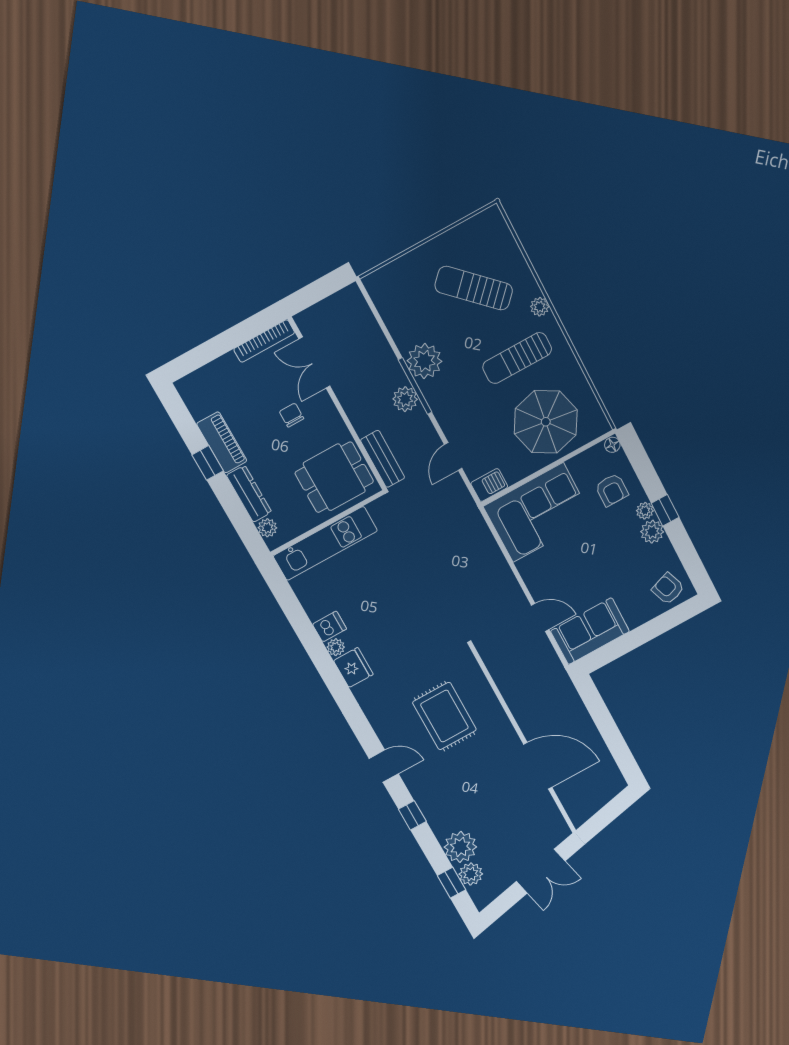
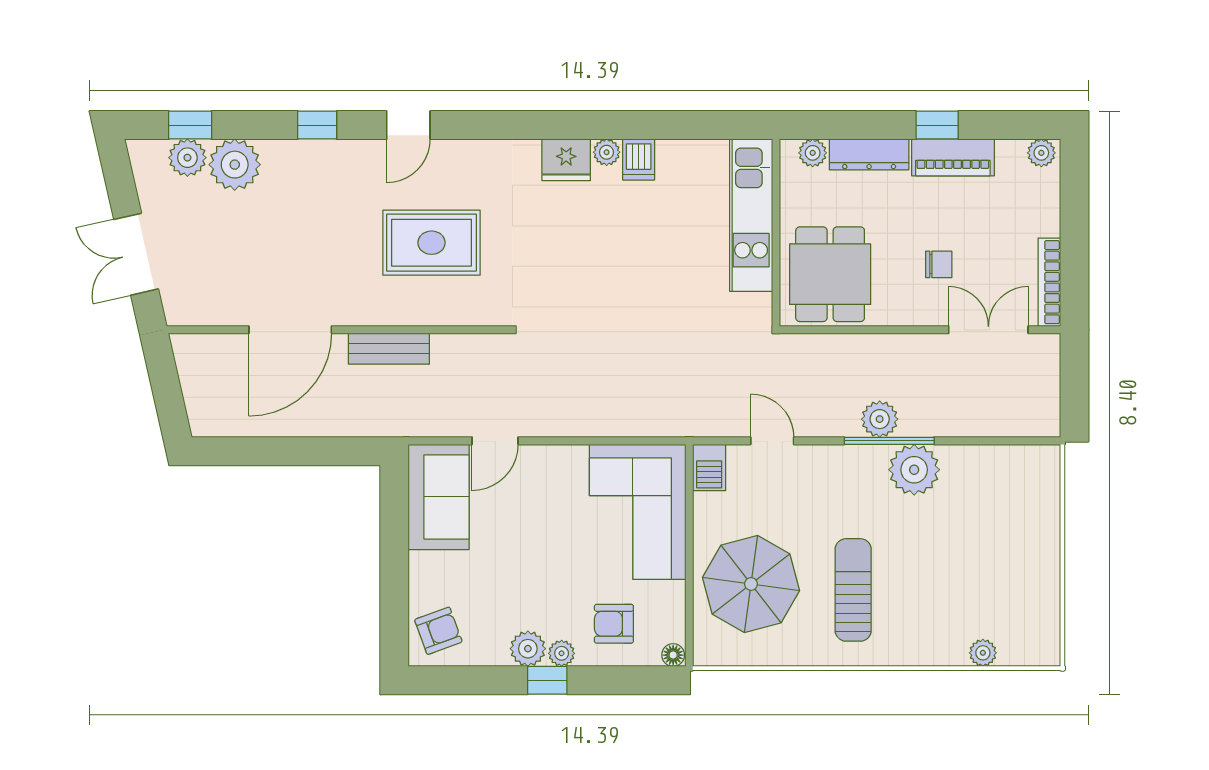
sun lounger: (474, 288) -> (971, 581), removed
plant: (540, 307) -> (983, 653), moved
plant: (188, 390) -> (1041, 153), added
bench: (383, 459) -> (389, 349), moved

